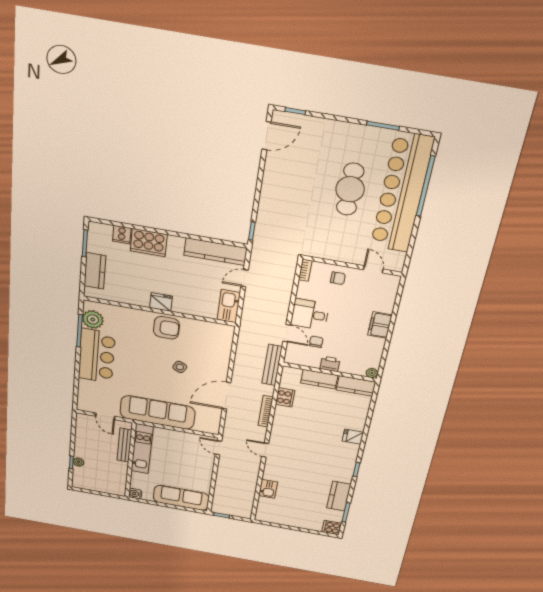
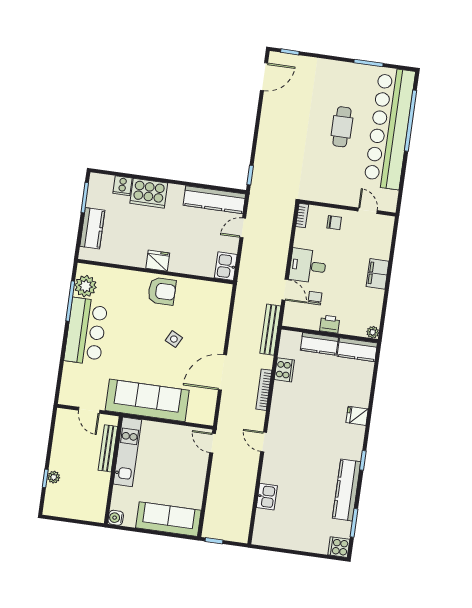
cafe table: (350, 189) -> (342, 127), width x0.73, depth x0.74
kitchen sink: (229, 306) -> (226, 266), width x0.73
kitchen counter: (339, 496) -> (347, 490), width x1.50

